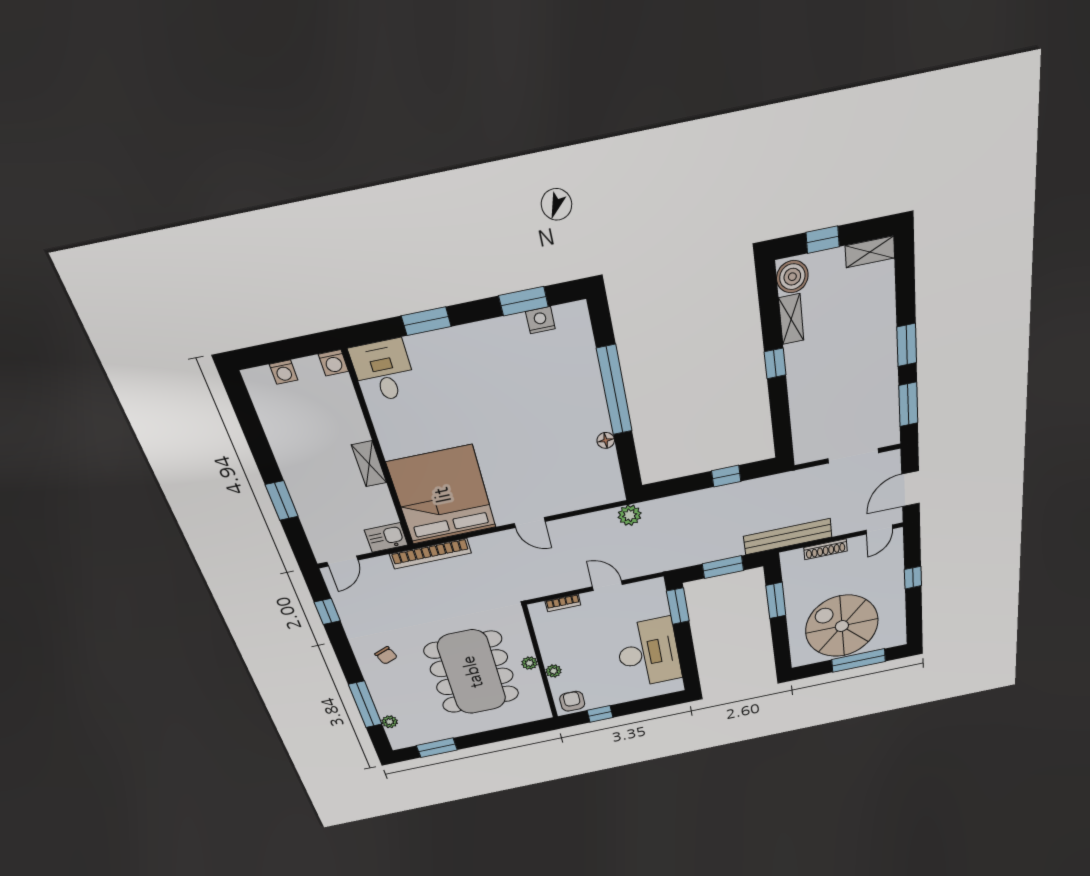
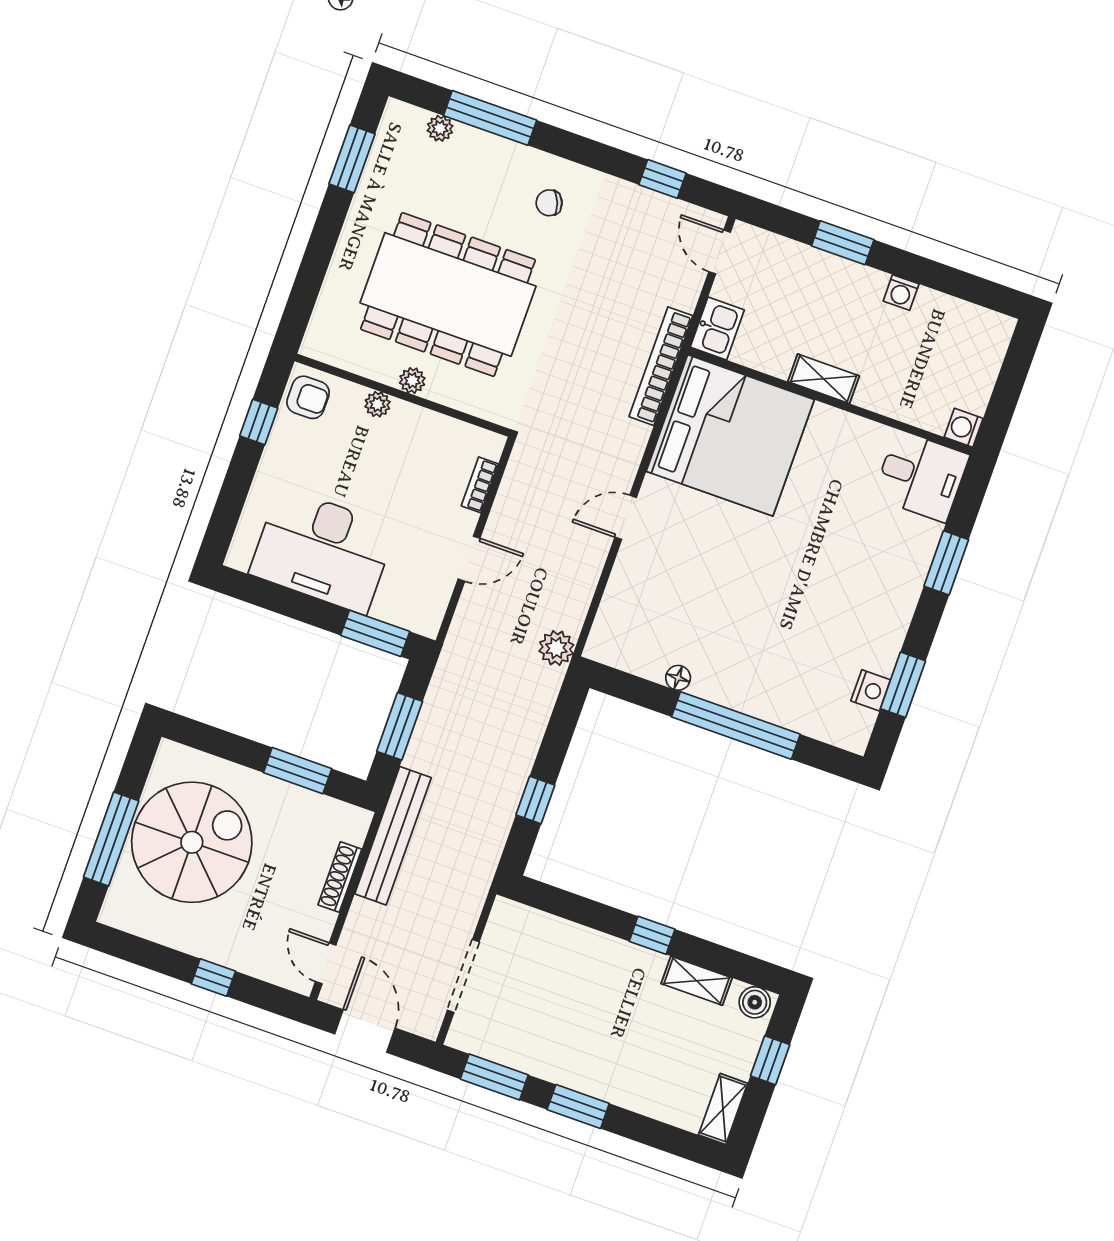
boiler: (792, 277) -> (755, 1002), width x0.73, depth x0.73
washing machine: (284, 372) -> (901, 293), moved, turned -90

